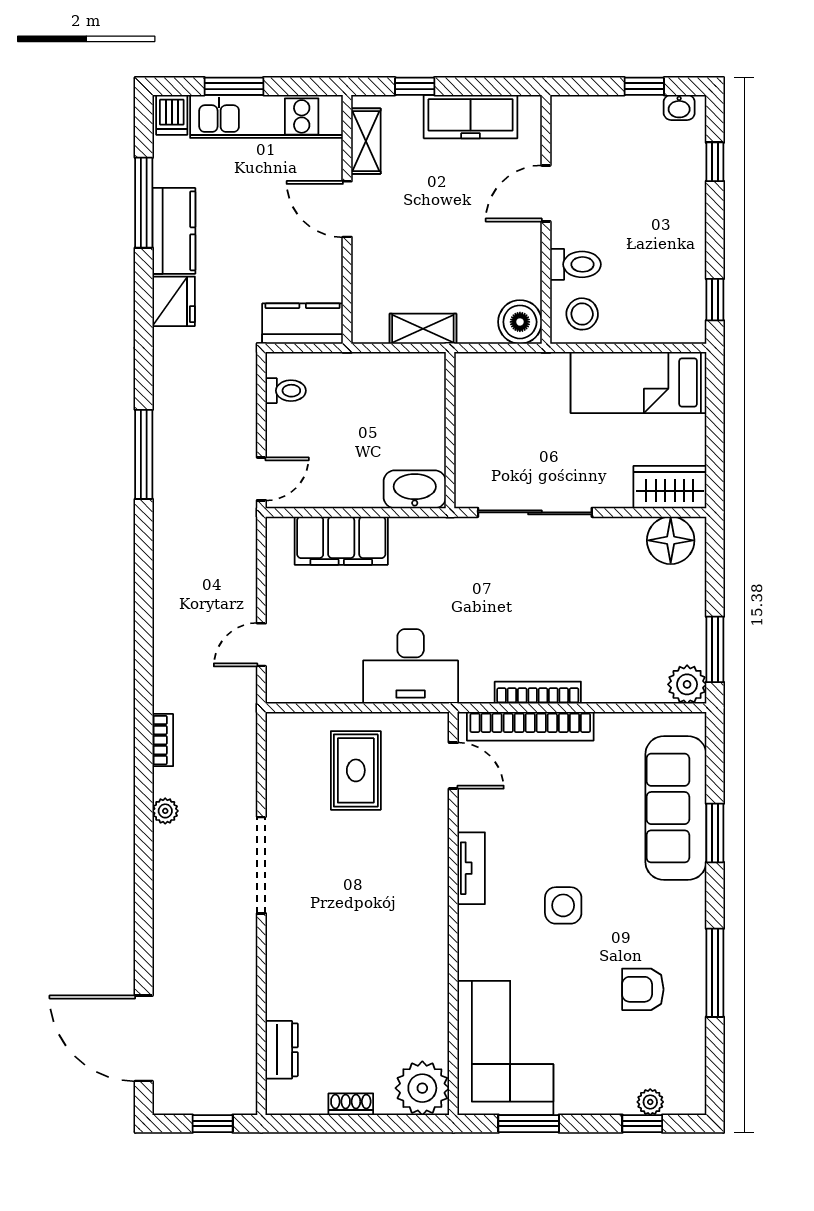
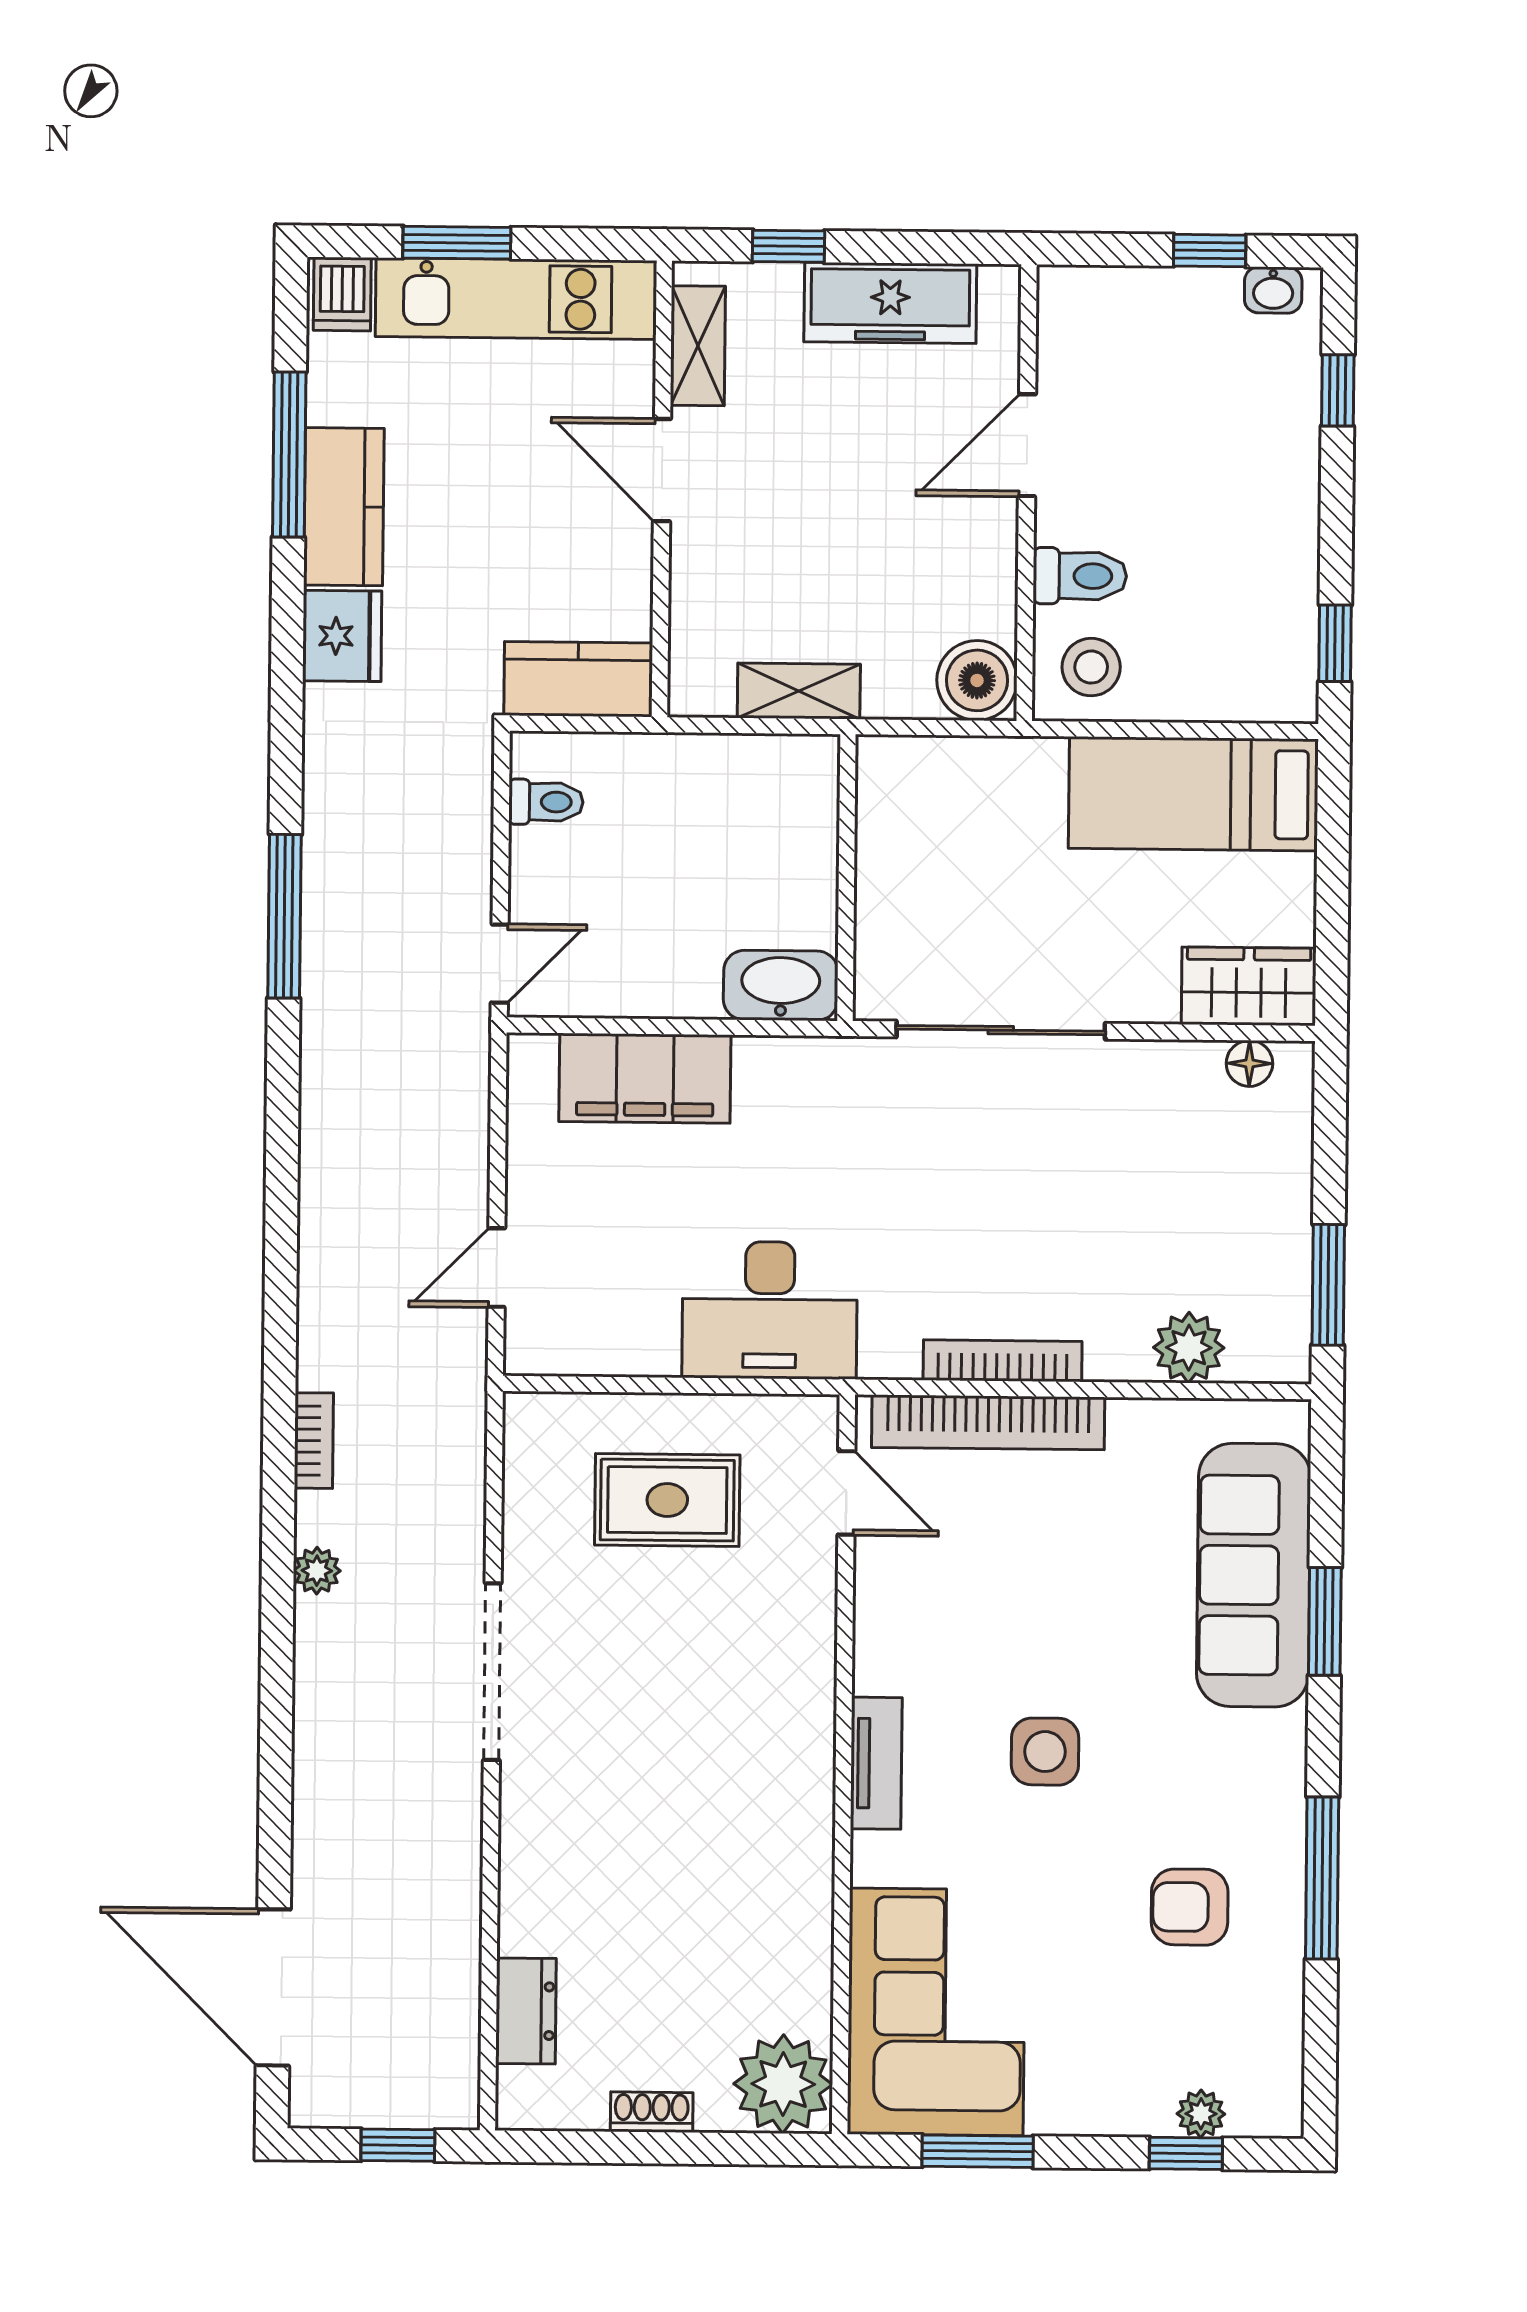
floor lamp: (671, 540) -> (1249, 1063), width x0.53, depth x0.53
plant: (687, 684) -> (1189, 1348), moved
rug: (356, 770) -> (667, 1500), turned 90
tv unit: (471, 868) -> (876, 1763), moved

